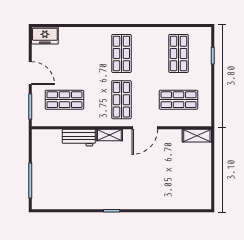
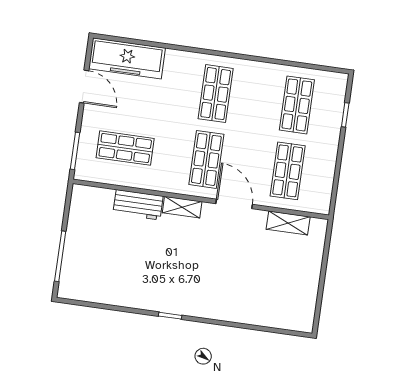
freezer: (45, 36) -> (127, 58), width x1.91, depth x1.26
door: (30, 73) -> (84, 87), moved
shop shelf: (179, 100) -> (288, 171), turned 90
door: (145, 128) -> (234, 204), swing flipped
shelving: (197, 136) -> (288, 223), moved

